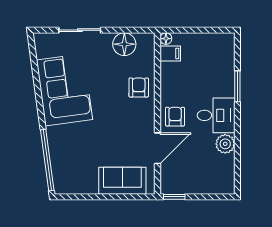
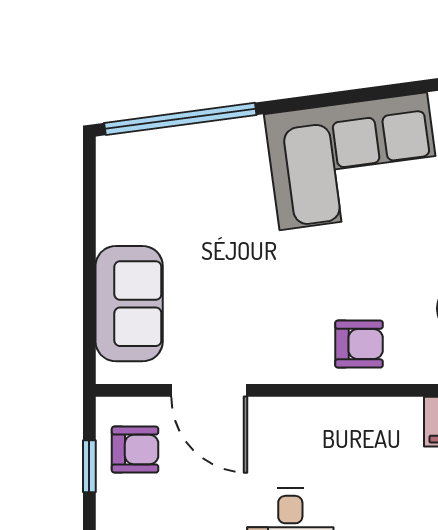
armchair: (175, 117) -> (135, 450), moved
window: (174, 197) -> (89, 466), moved

